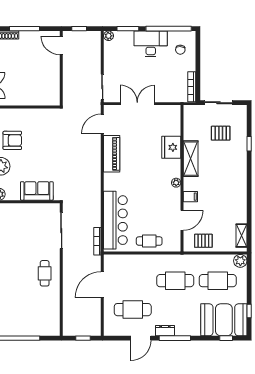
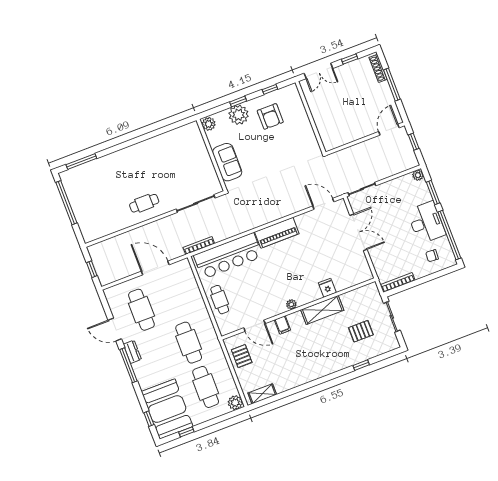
pallet: (221, 133) -> (361, 331), turned 90
fridge: (171, 147) -> (327, 288), width x0.53, depth x0.75
piano: (112, 154) -> (277, 233), moved

